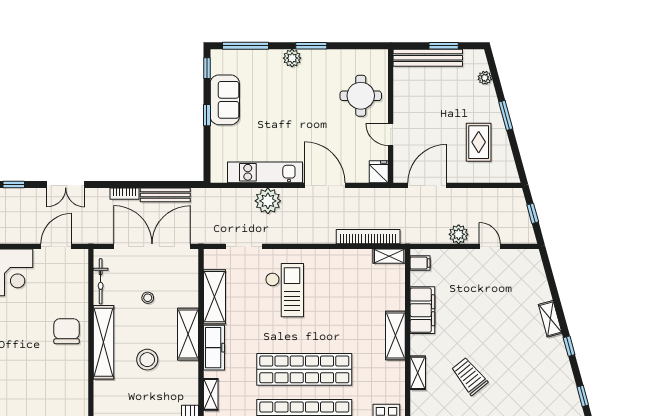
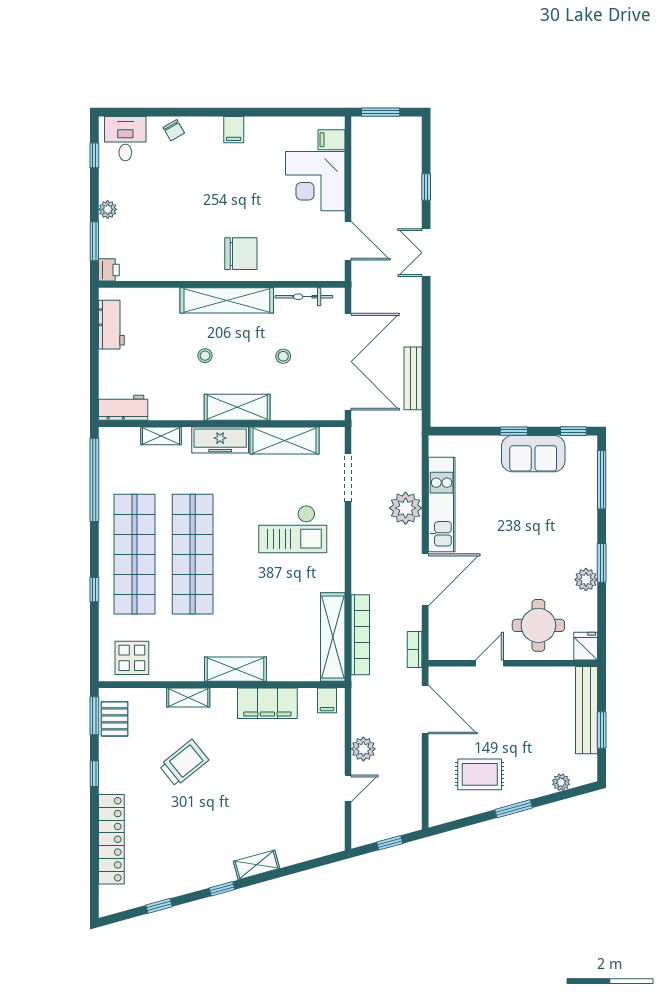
plant: (292, 58) -> (586, 580), moved
fridge: (379, 172) -> (586, 646), moved, turned -90
bookcase: (125, 194) -> (415, 650), moved
shelving: (389, 256) -> (333, 637), width x2.20, depth x1.33
stool: (147, 360) -> (205, 356), width x0.53, depth x0.53

